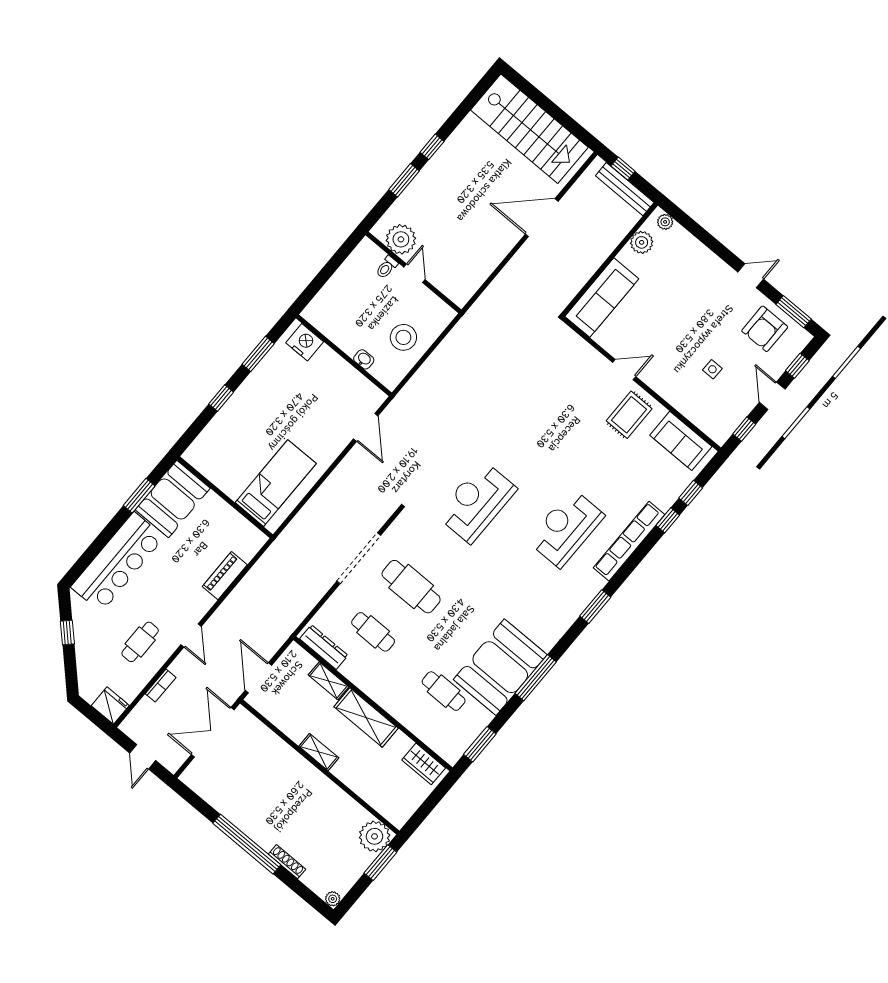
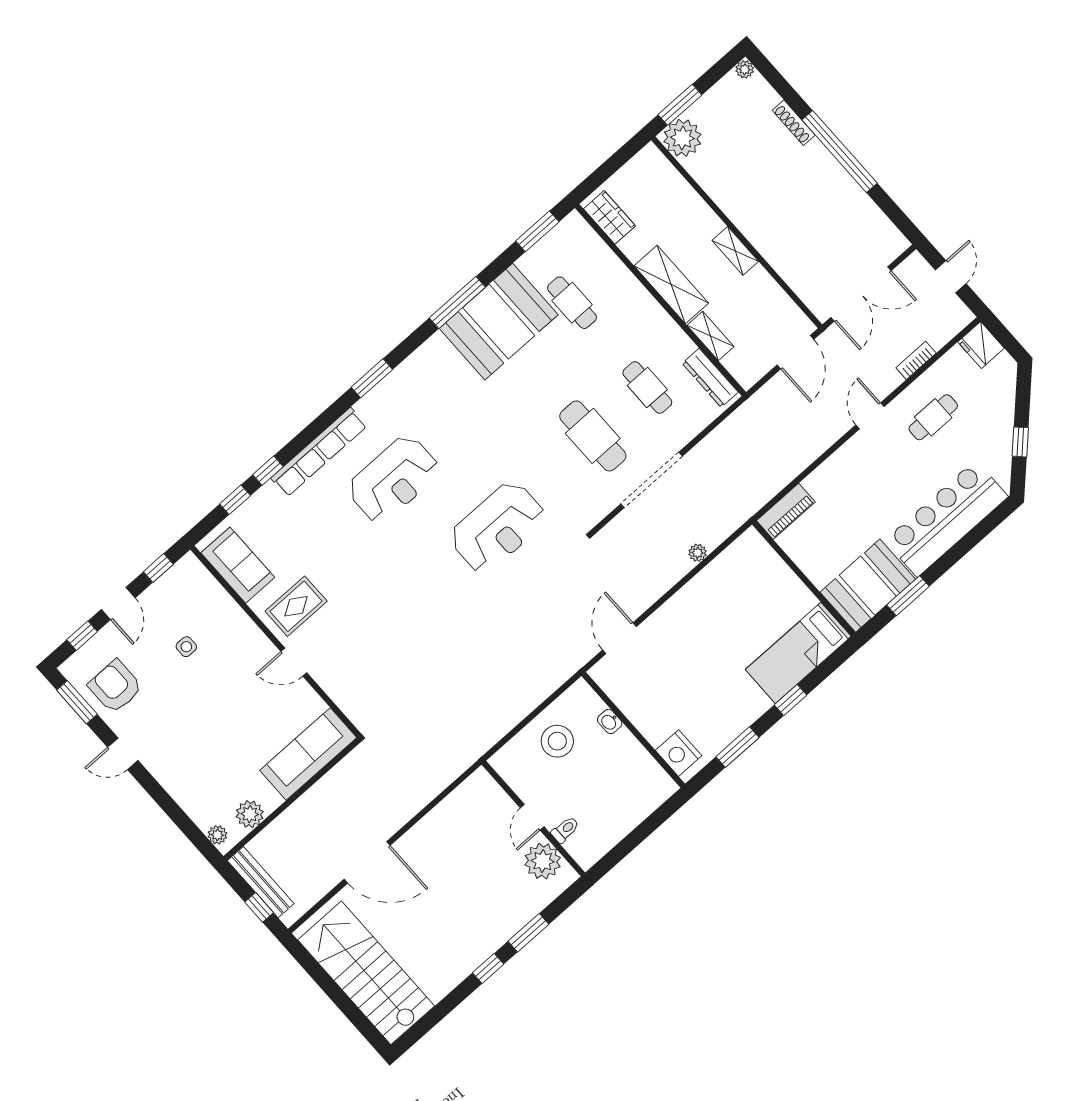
armchair: (765, 329) -> (115, 687), turned -90
bed: (276, 483) -> (798, 653), moved
plant: (313, 505) -> (698, 553), added
piano: (225, 576) -> (786, 511), moved

